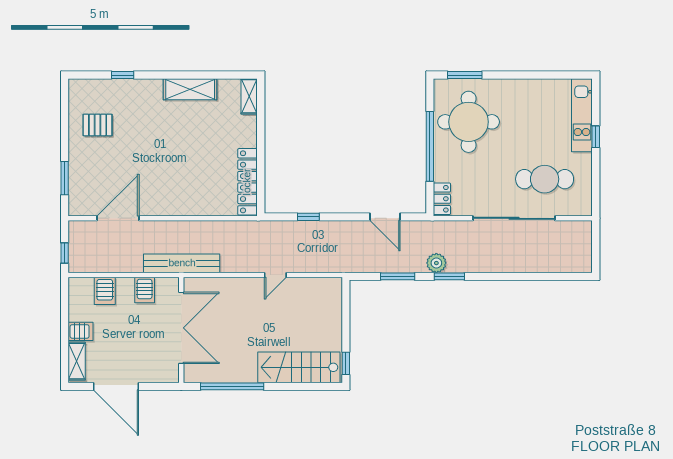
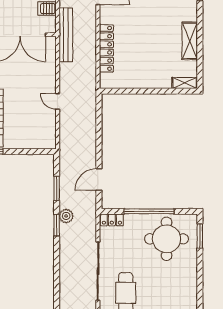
locker: (247, 182) -> (106, 48), moved, turned 90
window: (308, 217) -> (99, 125), removed

